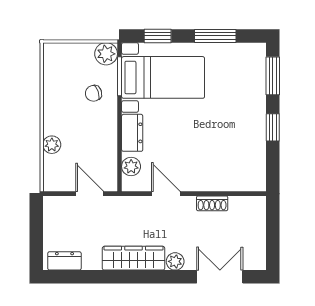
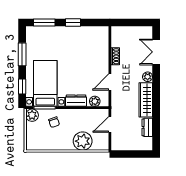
plant: (52, 145) -> (83, 141), width x1.87, depth x1.87
dresser: (64, 261) -> (147, 127), moved

